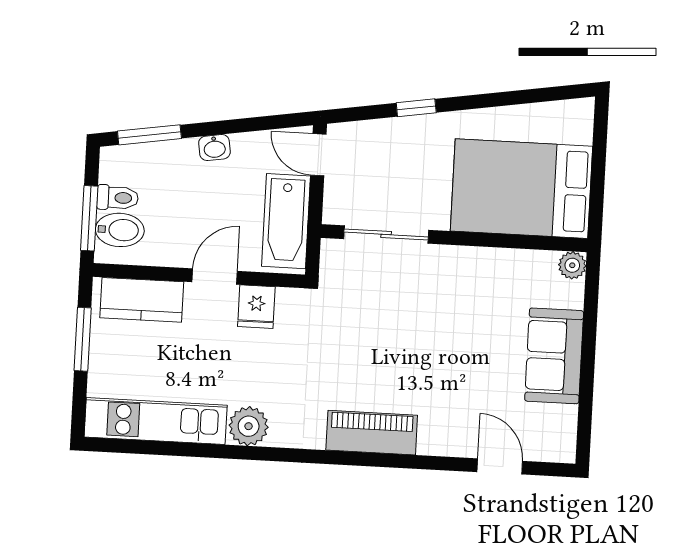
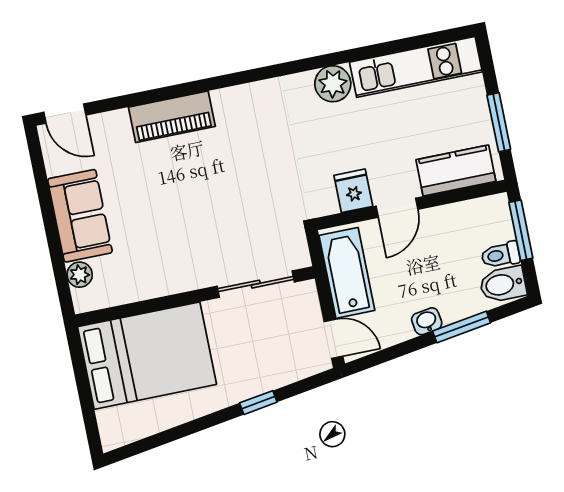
window: (149, 135) -> (462, 327), moved
bidet: (120, 230) -> (503, 284), moved
plant: (572, 265) -> (80, 275), moved
piano: (372, 433) -> (172, 117), moved
door: (500, 466) -> (65, 114), moved

